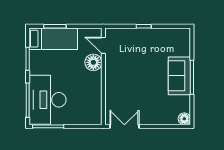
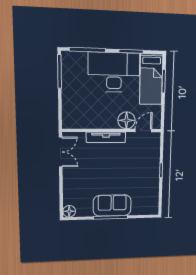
tv unit: (110, 82) -> (106, 137), added
desk: (47, 100) -> (114, 72), moved

